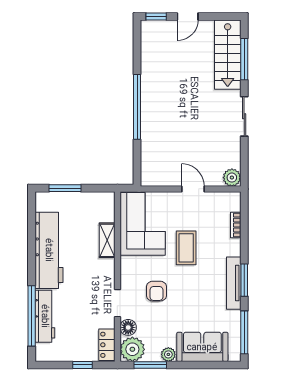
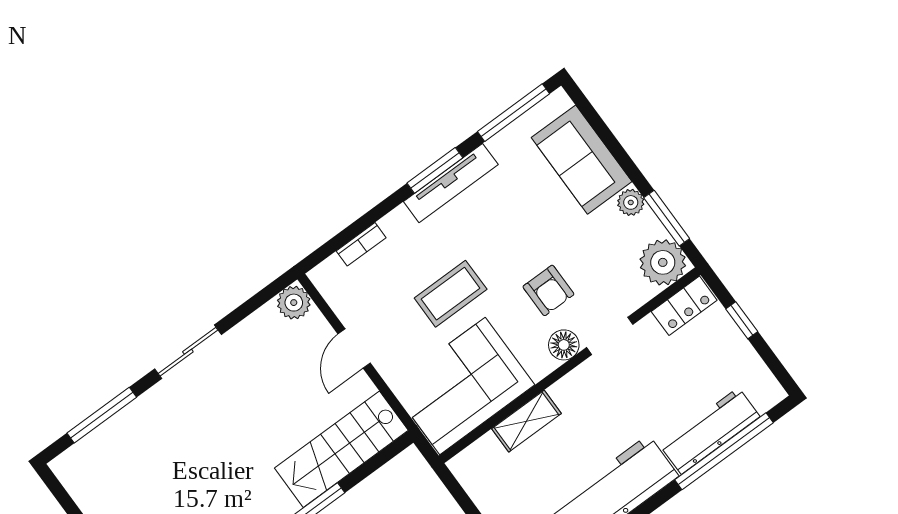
stairs: (228, 55) -> (341, 449), moved, turned 180
armchair: (156, 291) -> (548, 290), turned 90
floor lamp: (128, 327) -> (564, 345), moved

